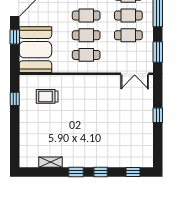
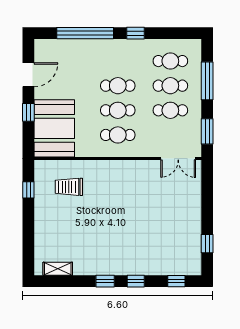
window: (158, 115) -> (207, 244), moved
shelving: (50, 162) -> (58, 269), moved

